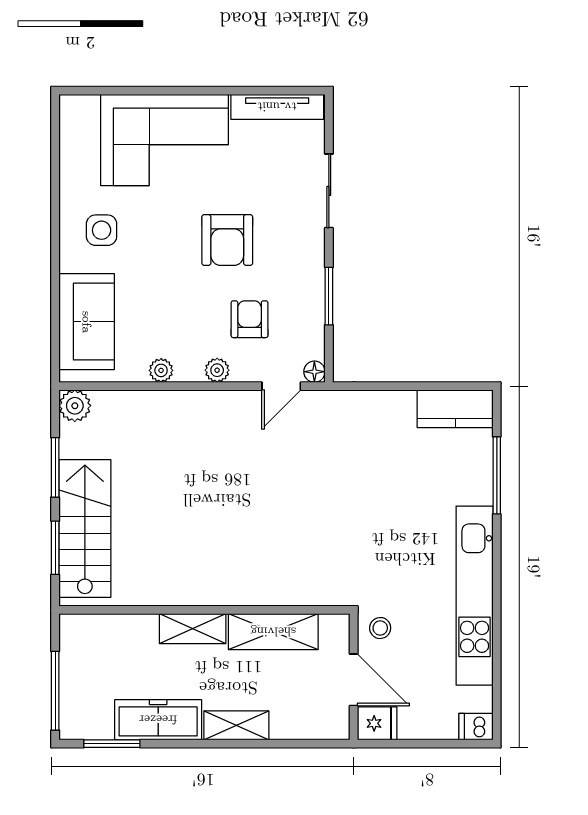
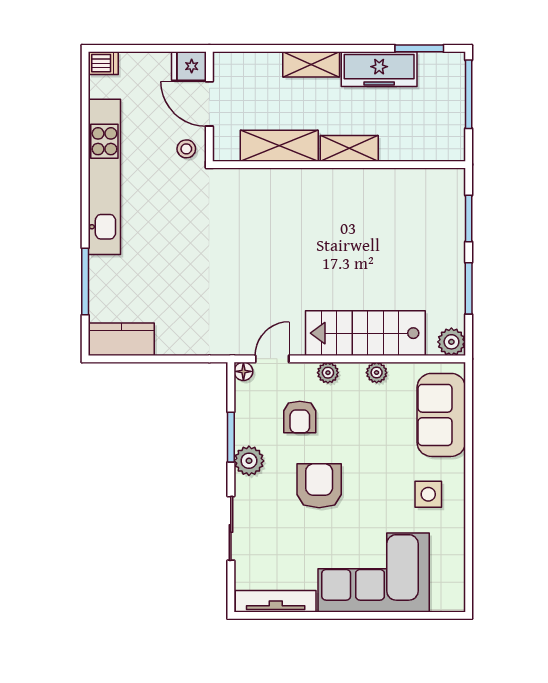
plant: (308, 269) -> (249, 461), added
stairs: (85, 528) -> (365, 333), moved, turned 90

